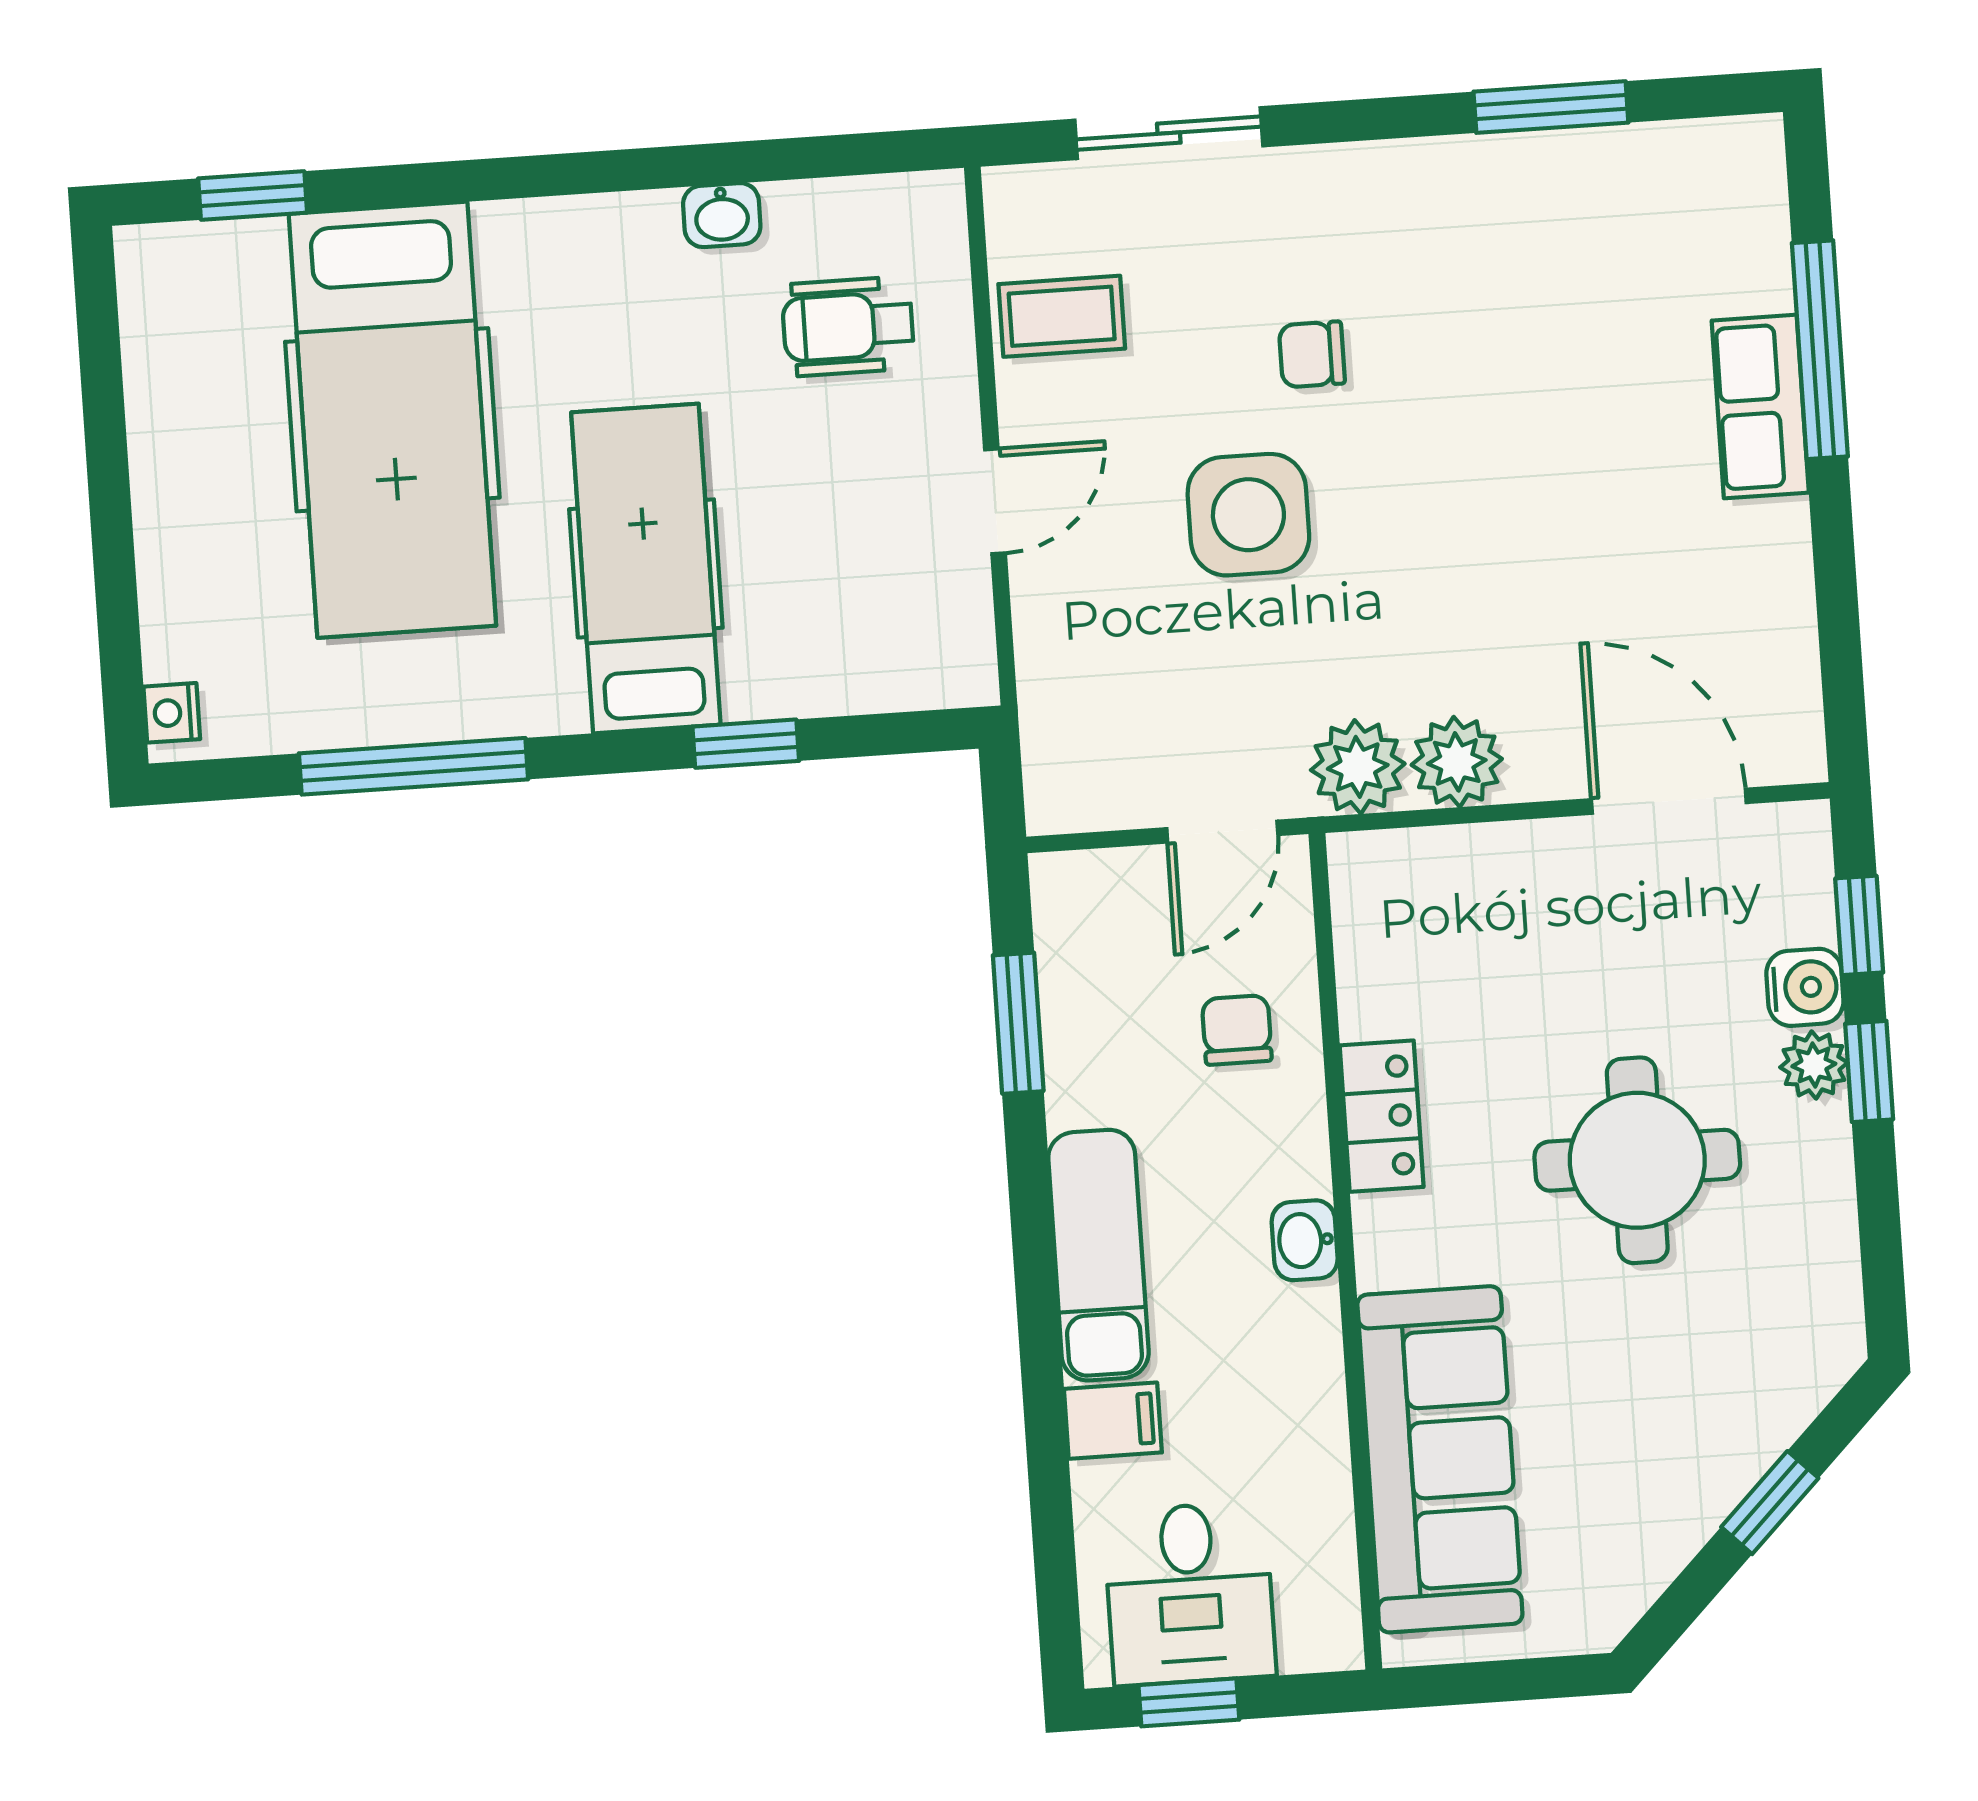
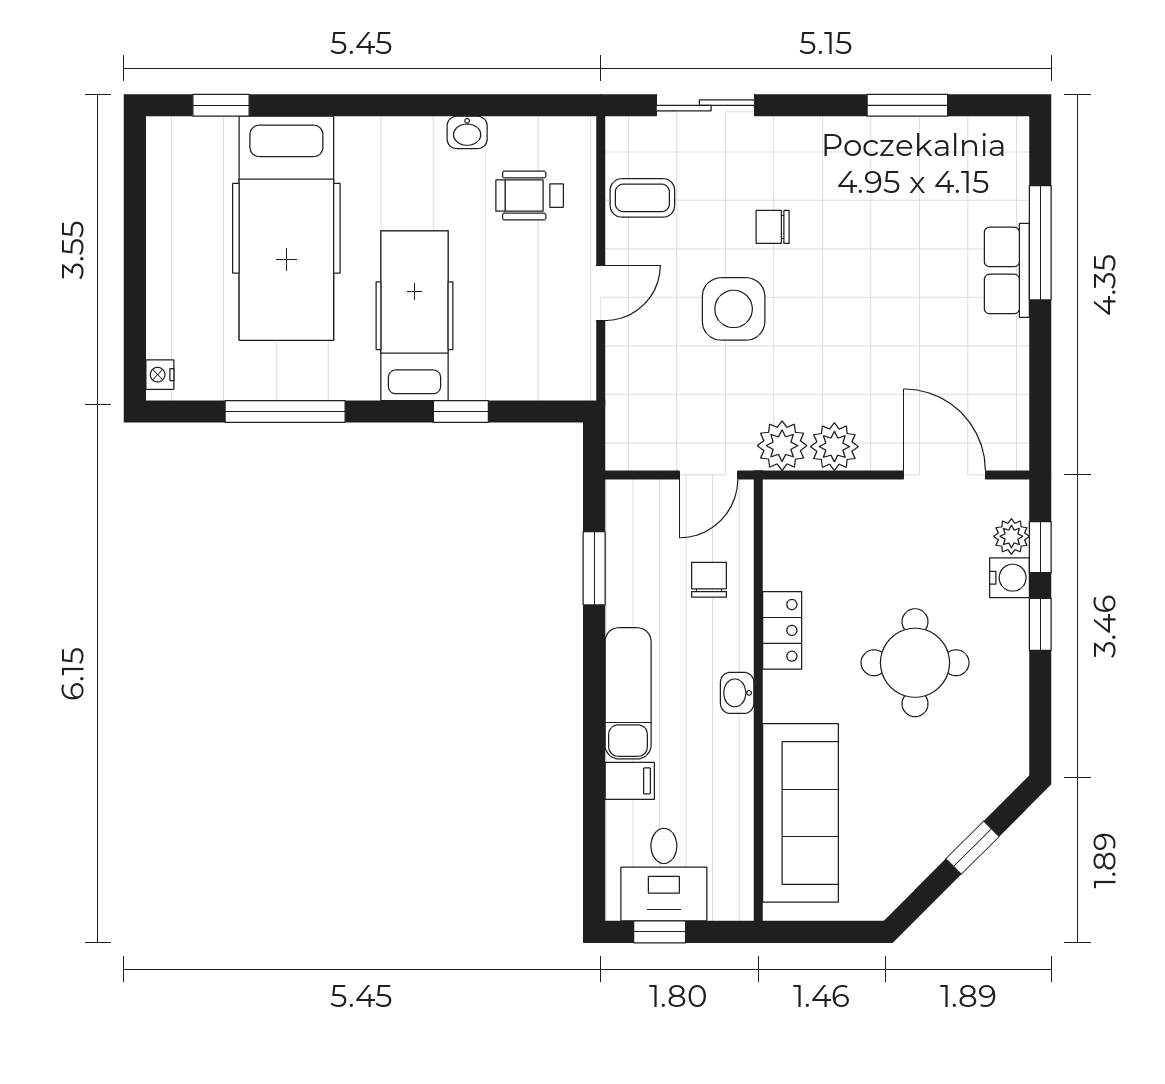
plant: (1814, 1065) -> (1011, 536), moved

